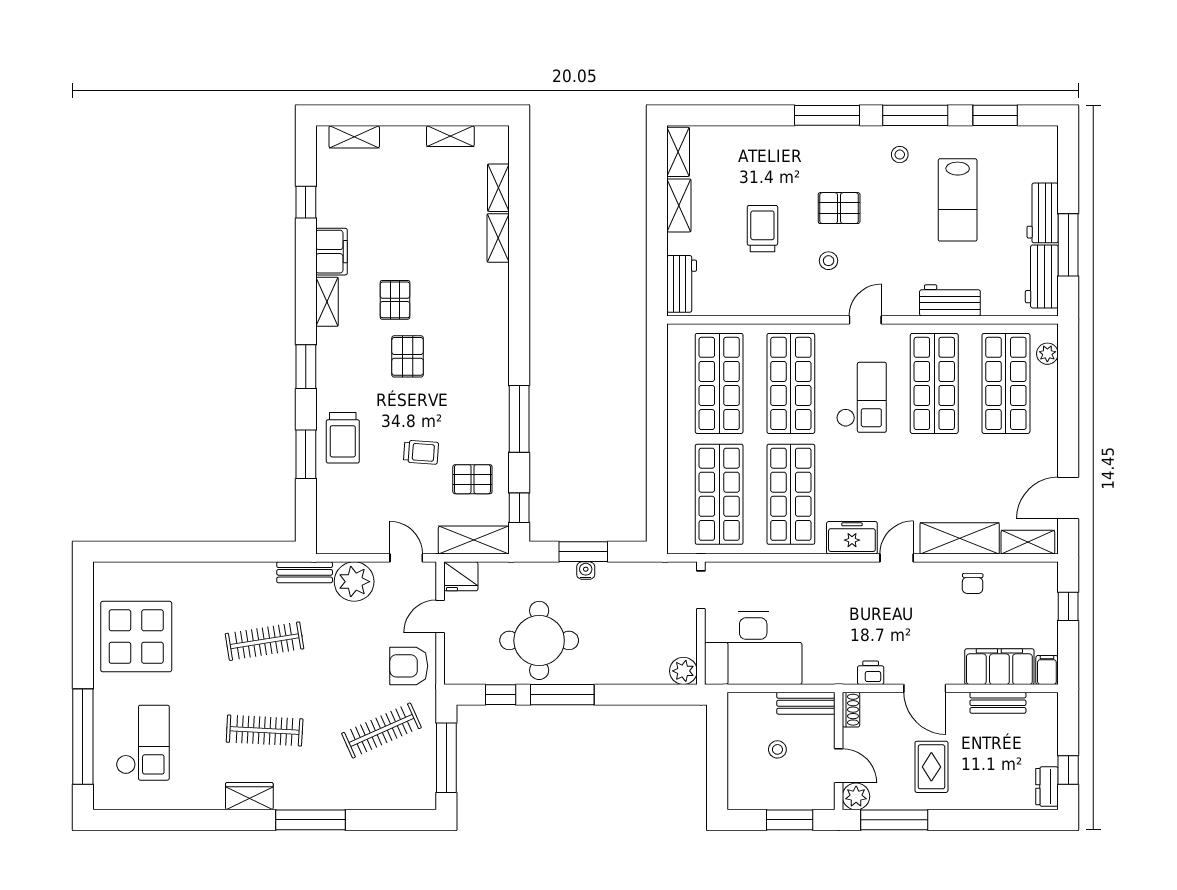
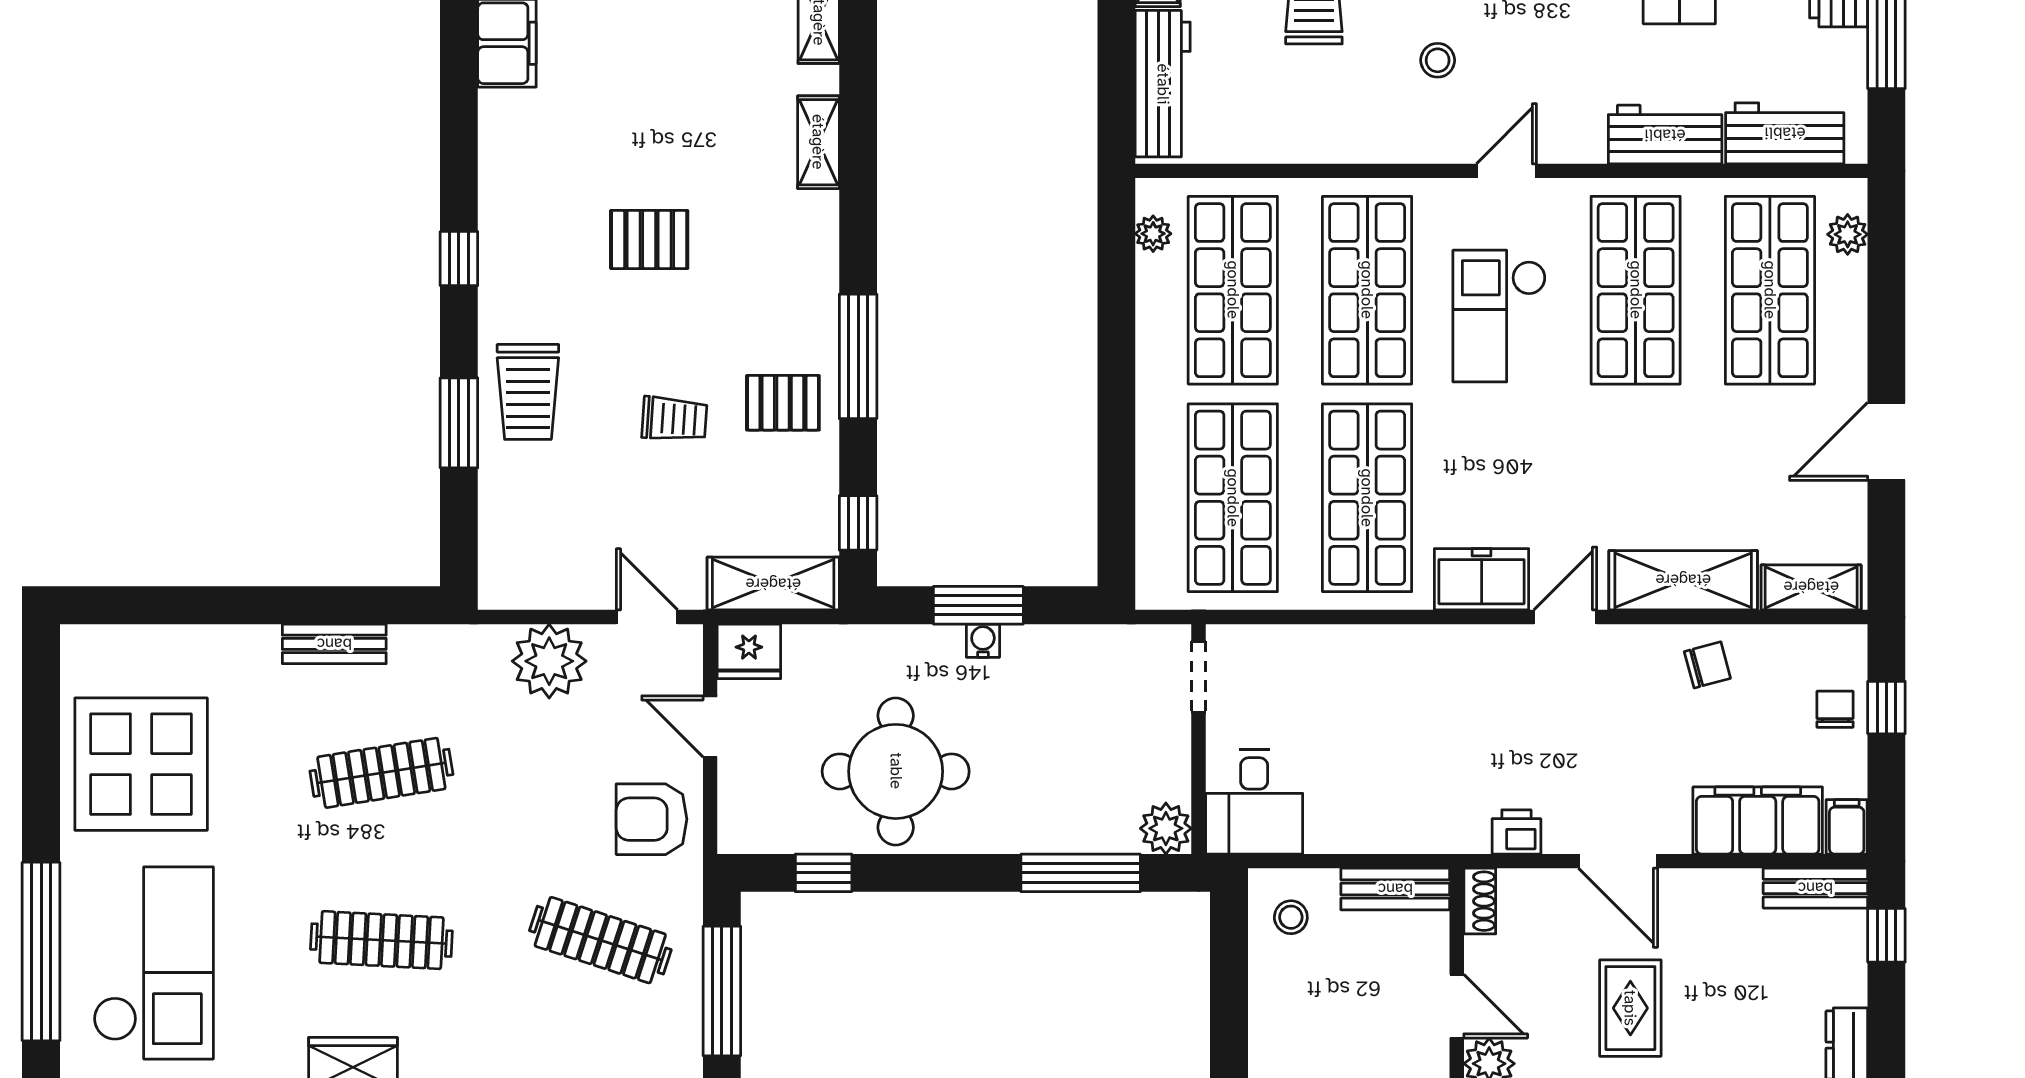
workbench: (1042, 276) -> (1785, 133), moved, turned 90
workbench: (682, 284) -> (1163, 84), width x1.38
pallet: (395, 300) -> (626, 134), removed
shelving: (327, 302) -> (818, 142), moved
plant: (677, 353) -> (1153, 234), added
pallet: (408, 356) -> (649, 239), turned 90
window: (306, 367) -> (459, 259), width x0.67
checkout: (861, 397) -> (1499, 316), turned 180
pallet: (472, 479) -> (783, 403), moved
door: (1068, 498) -> (1886, 441), moved
bench: (305, 572) -> (334, 644), moved
chair: (973, 584) -> (1707, 665), turned -106
chair: (1041, 607) -> (1835, 709), added
door: (440, 616) -> (710, 726), hinge flipped
desk: (753, 648) -> (1254, 802), width x0.53, depth x0.77
window: (562, 695) -> (1081, 873), moved
bench: (998, 703) -> (1815, 888), moved
clothes rail: (381, 730) -> (600, 940), turned 42
checkout: (143, 743) -> (153, 963), width x1.36, depth x1.21
stool: (777, 749) -> (1291, 917), moved
window: (1068, 770) -> (1886, 935), moved

